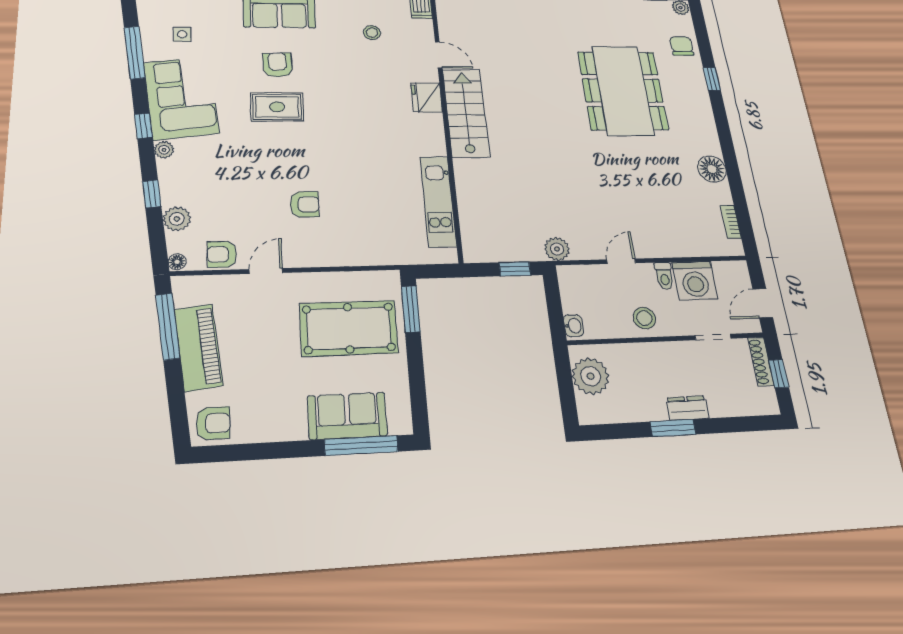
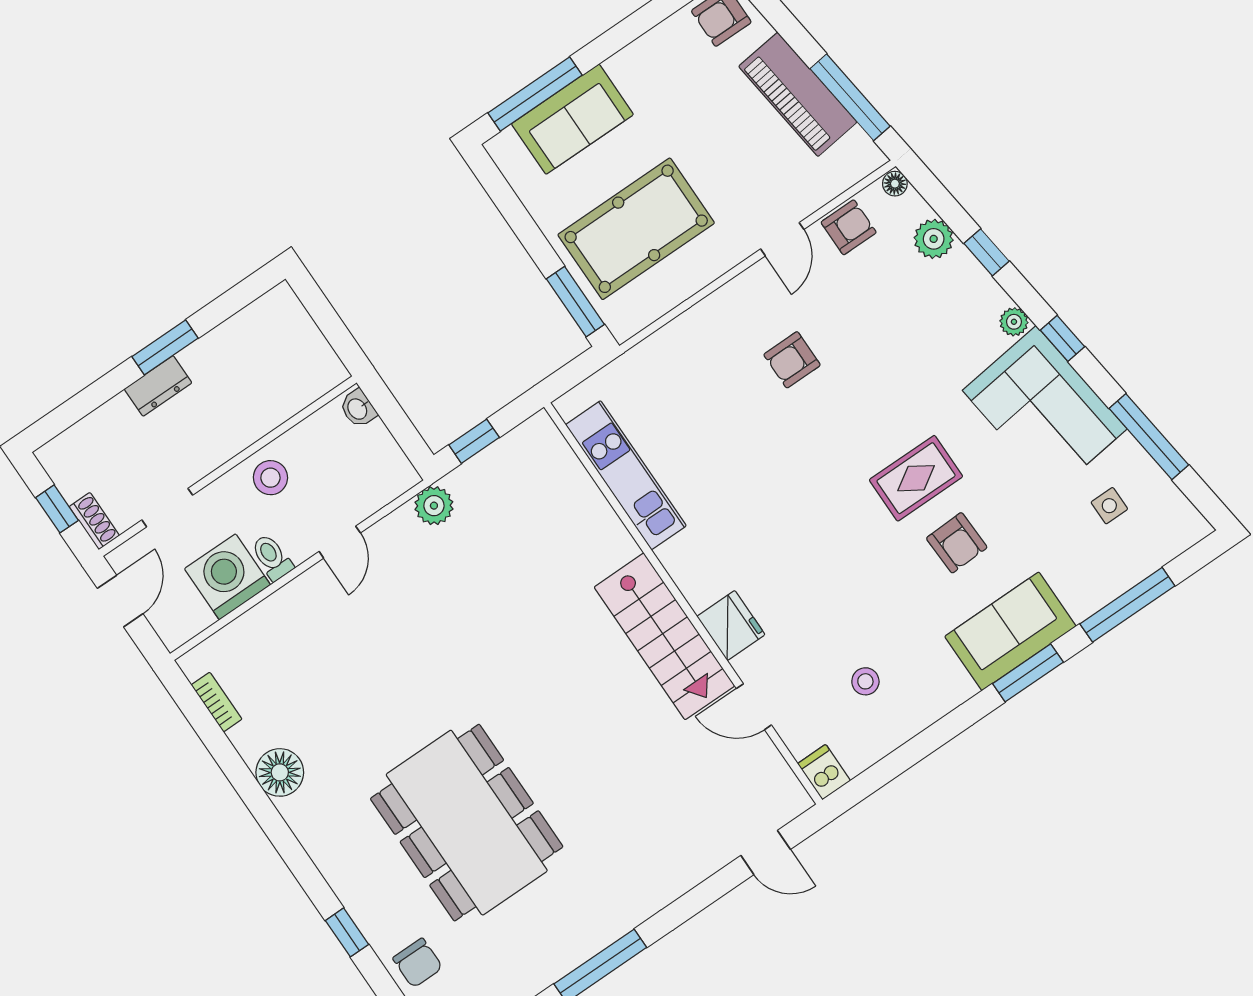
shoe rack: (761, 362) -> (94, 521), width x0.70
plant: (591, 376) -> (302, 353), removed

